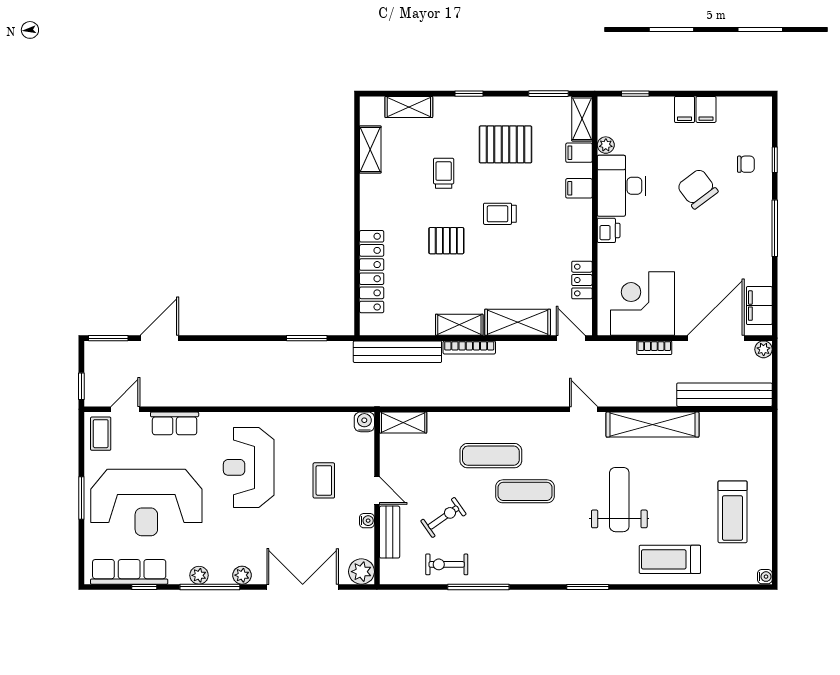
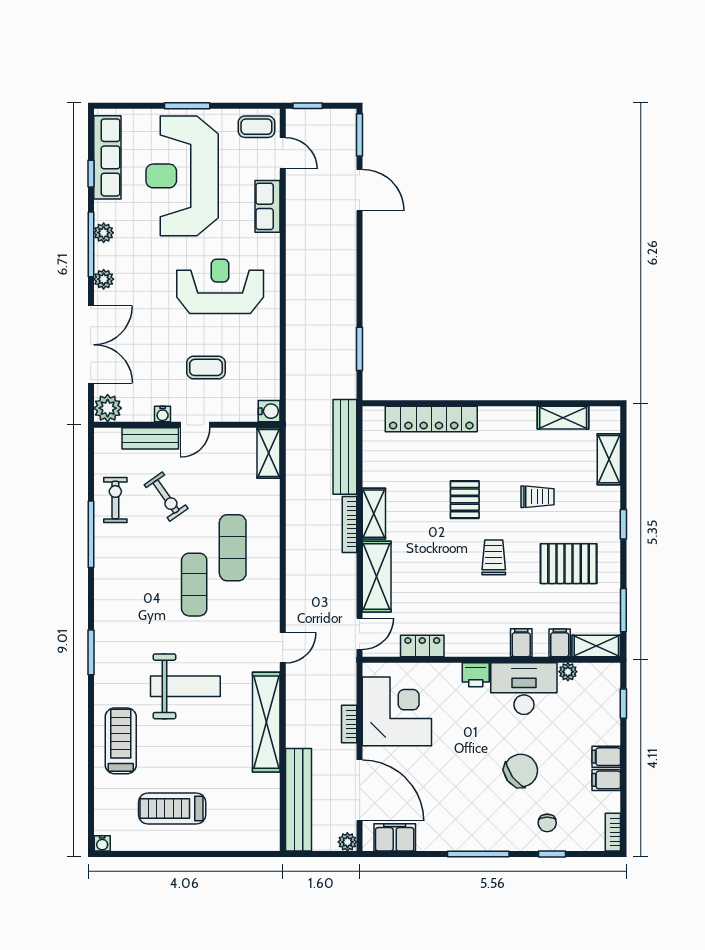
bookcase: (754, 103) -> (613, 832), added
pallet: (506, 144) -> (569, 564), turned 90

